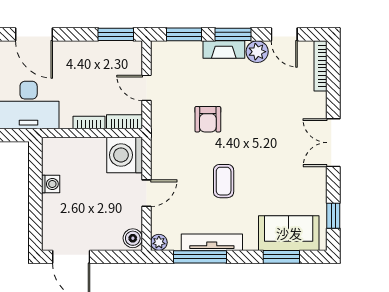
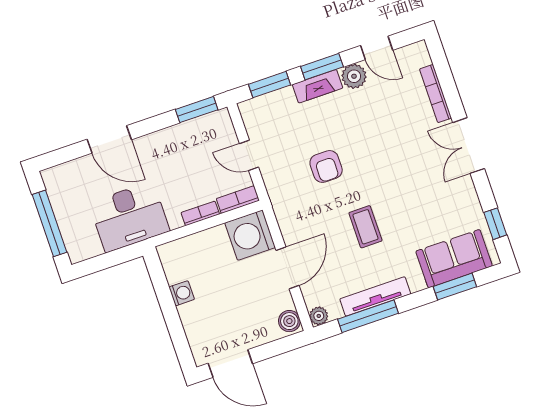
bookcase: (320, 66) -> (436, 94), moved
door: (147, 193) -> (288, 268), width x1.38

